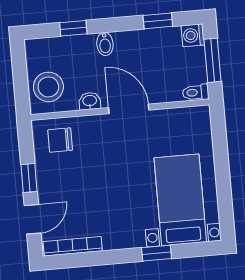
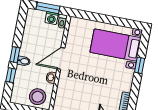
window: (158, 21) -> (15, 55), moved
washing machine: (193, 35) -> (52, 18), moved
chair: (60, 140) -> (67, 98), removed

